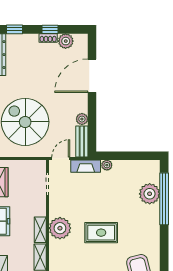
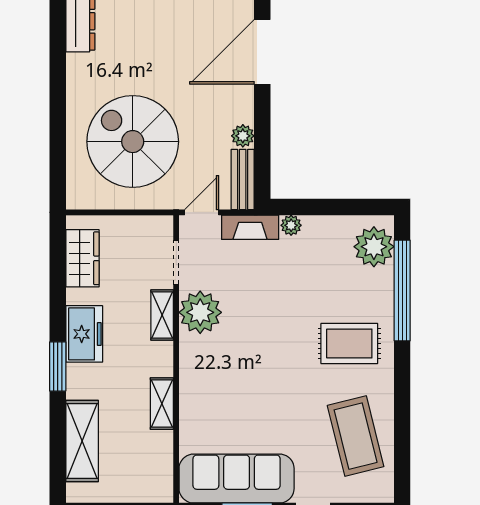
plant: (150, 194) -> (374, 247), moved
plant: (60, 228) -> (200, 312), moved
shelving: (40, 230) -> (162, 315), moved
rug: (101, 233) -> (349, 344), moved

